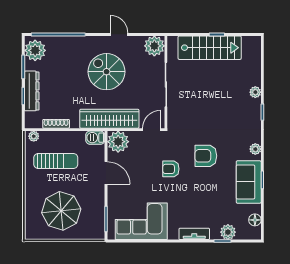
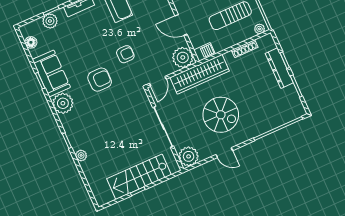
plant: (35, 50) -> (292, 105), removed
plant: (255, 149) -> (63, 103), width x1.87, depth x1.87

